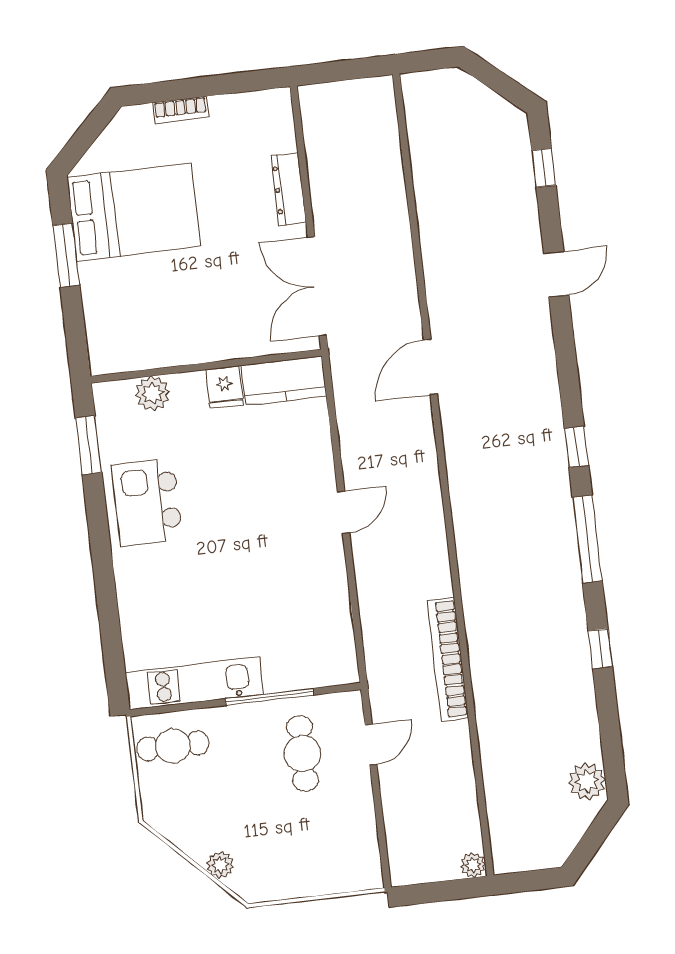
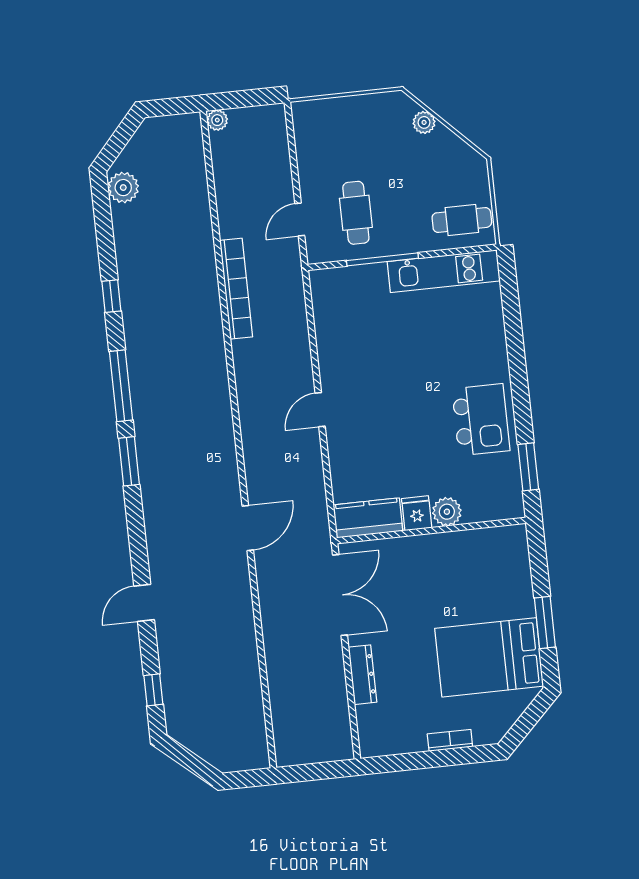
plant: (153, 393) -> (447, 512), moved
window: (577, 447) -> (129, 461), width x1.50

